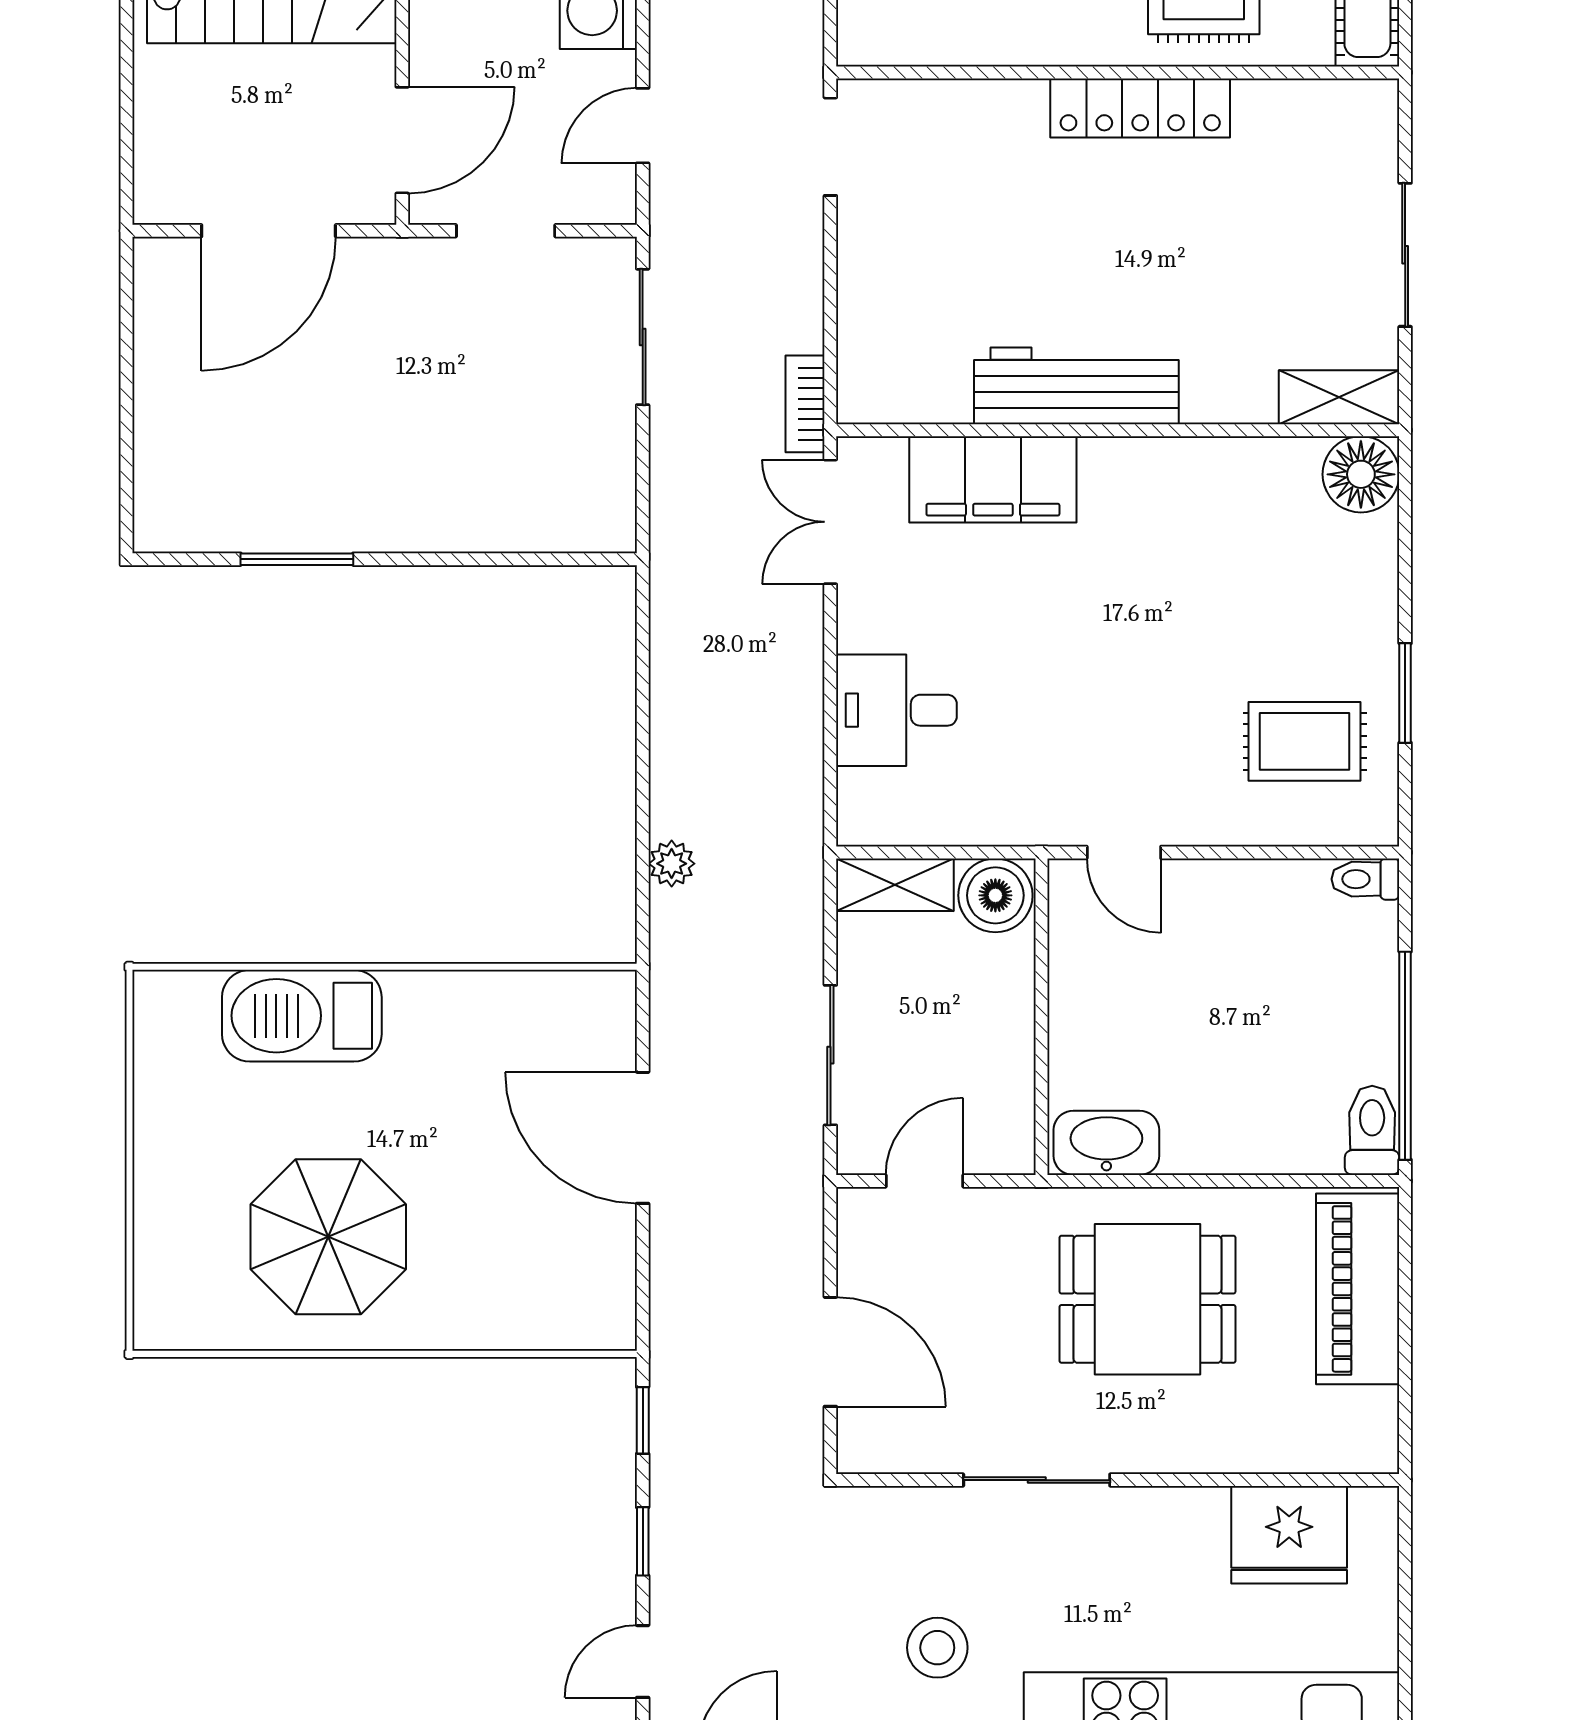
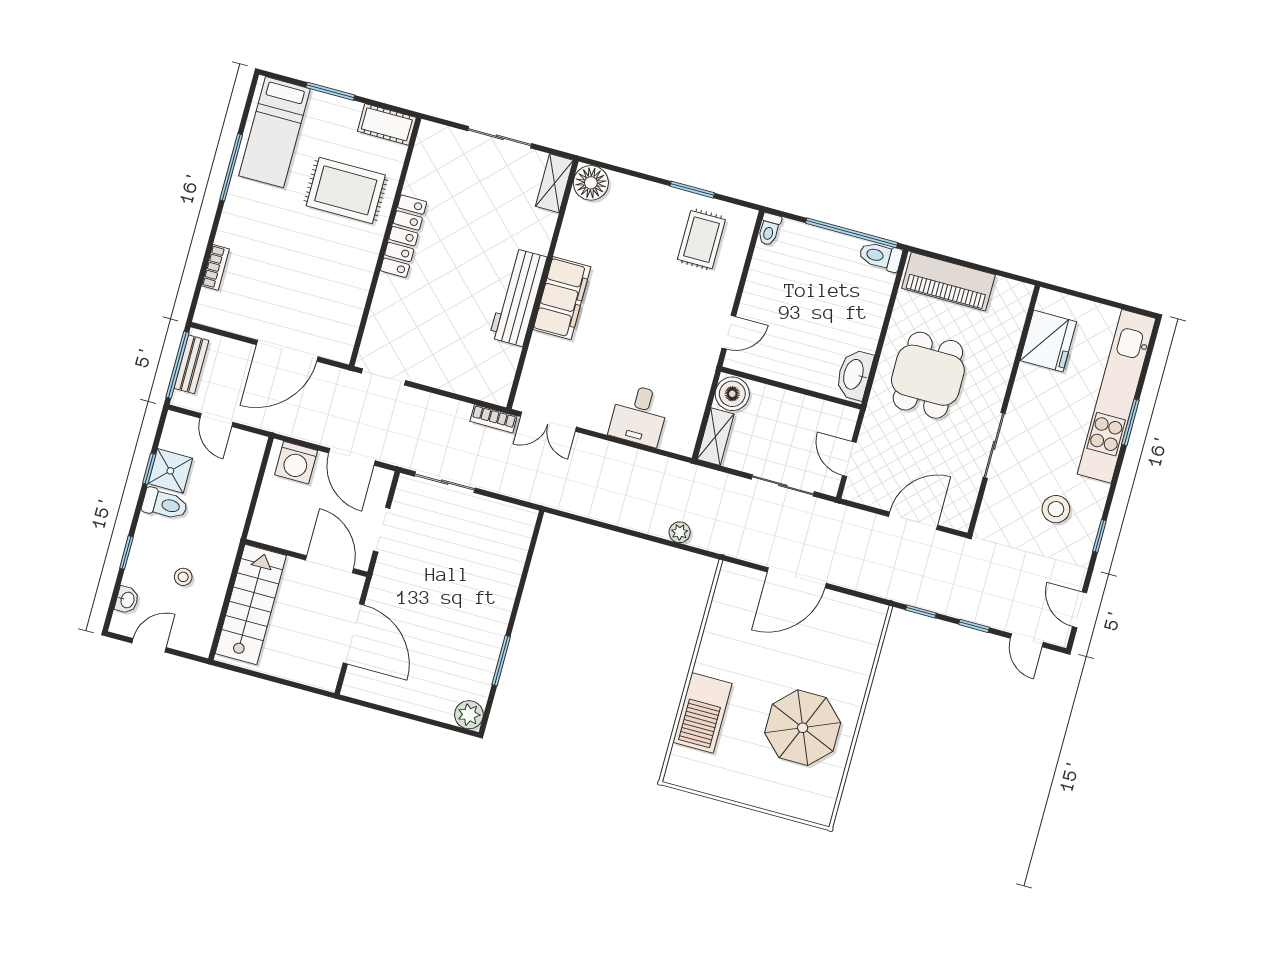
door: (643, 126) -> (352, 457), width x1.37
filing cabinet: (993, 479) -> (562, 298), moved
plant: (164, 522) -> (469, 715), added

